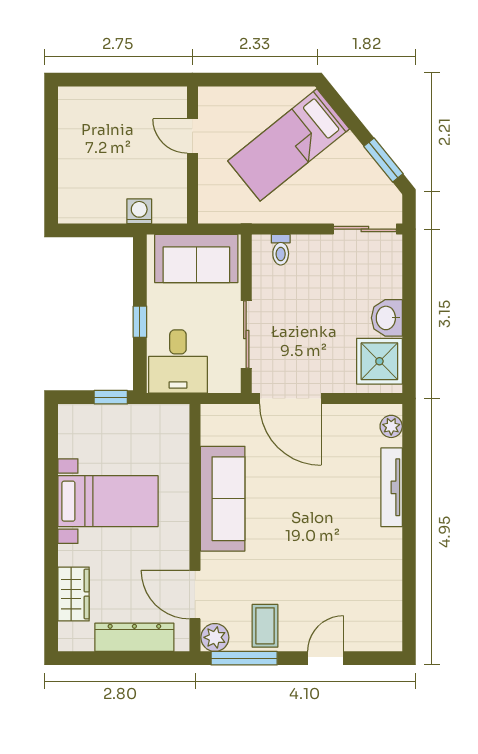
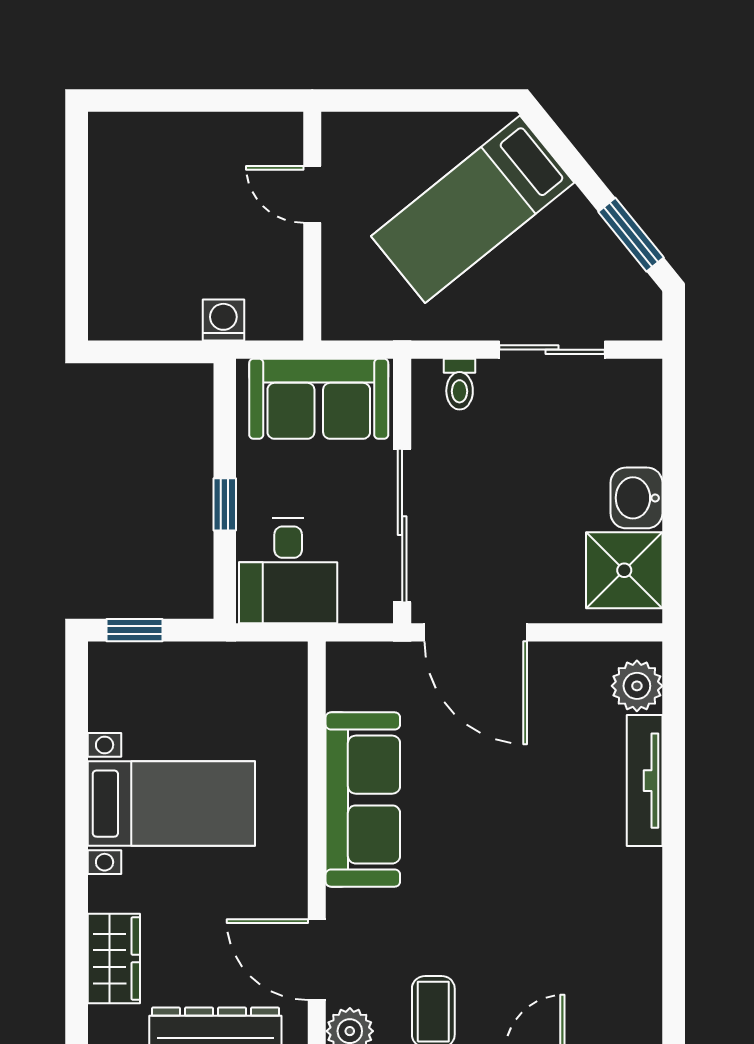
sliding door: (365, 229) -> (552, 350), moved
sliding door: (246, 335) -> (402, 526), width x1.37
window: (111, 397) -> (134, 630), moved
plant: (391, 426) -> (637, 686), width x1.38, depth x1.38

